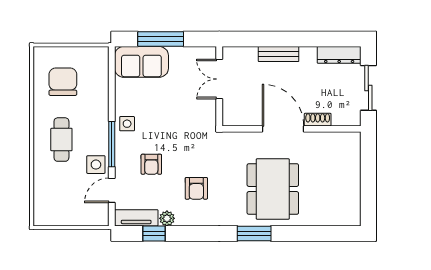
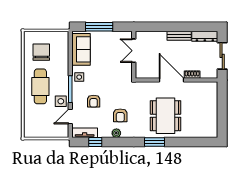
bench: (279, 54) -> (179, 36), moved
sofa: (141, 62) -> (81, 49), moved, turned -90
cafe table: (61, 140) -> (40, 86), width x1.37, depth x1.35
plant: (167, 218) -> (116, 133), moved

